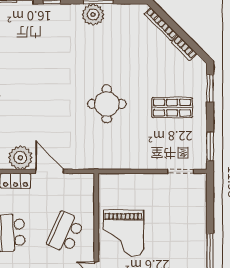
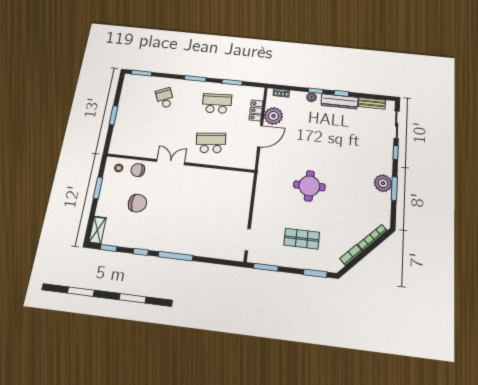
shop shelf: (172, 108) -> (302, 239), turned 90
school desk: (65, 233) -> (211, 143), turned -30
grand piano: (123, 233) -> (204, 187), removed

